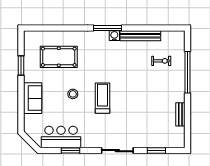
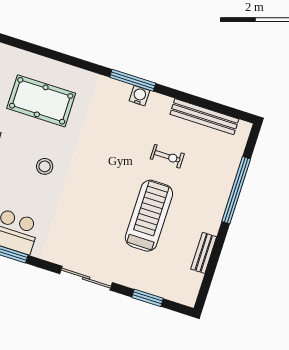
bench: (140, 36) -> (204, 117), moved
exercise bike: (161, 61) -> (167, 156), moved
treadmill: (103, 98) -> (149, 216), moved, width x1.37, depth x1.38

